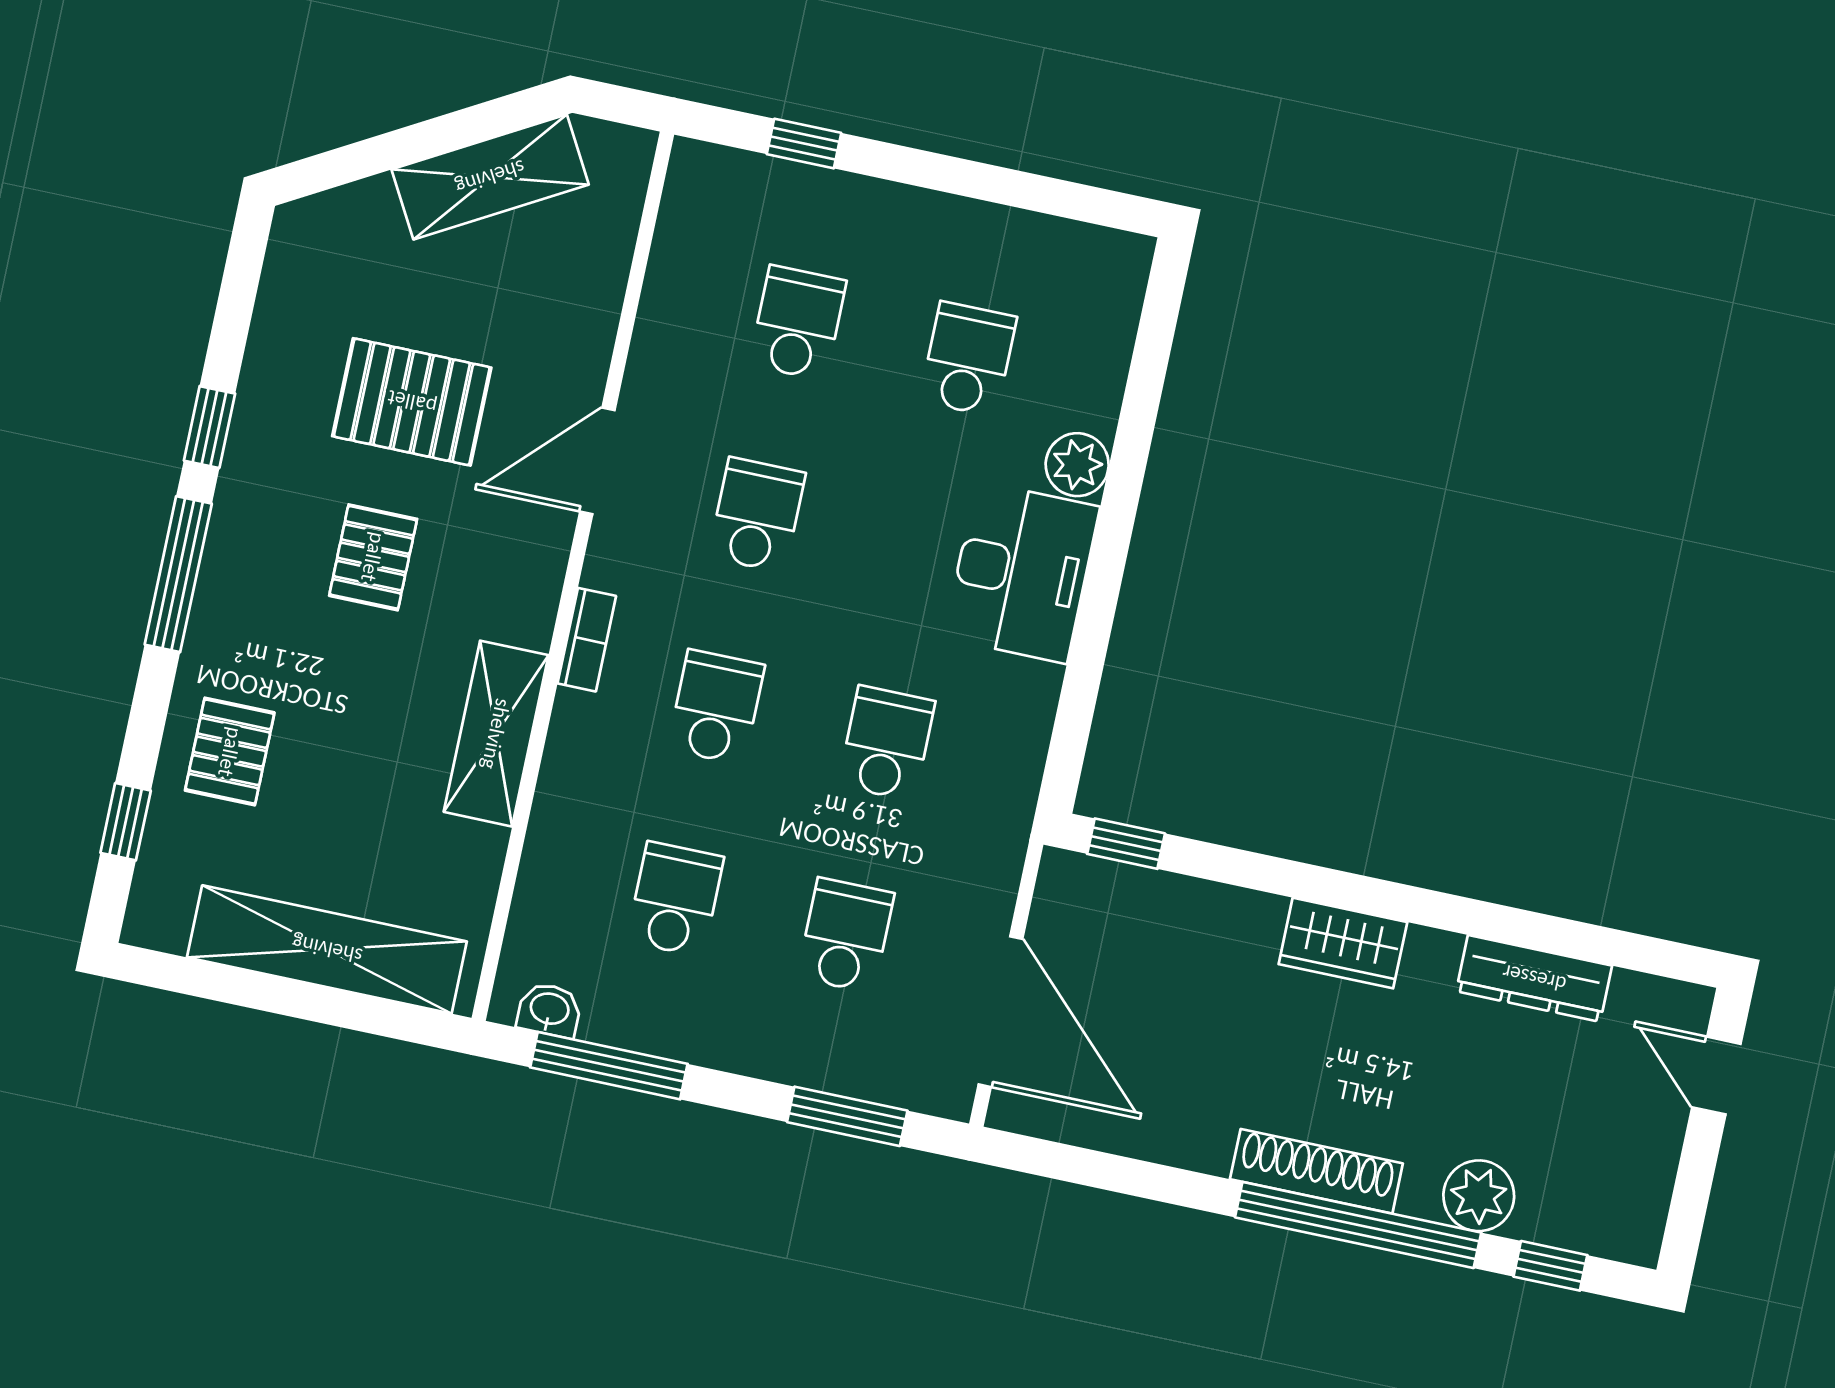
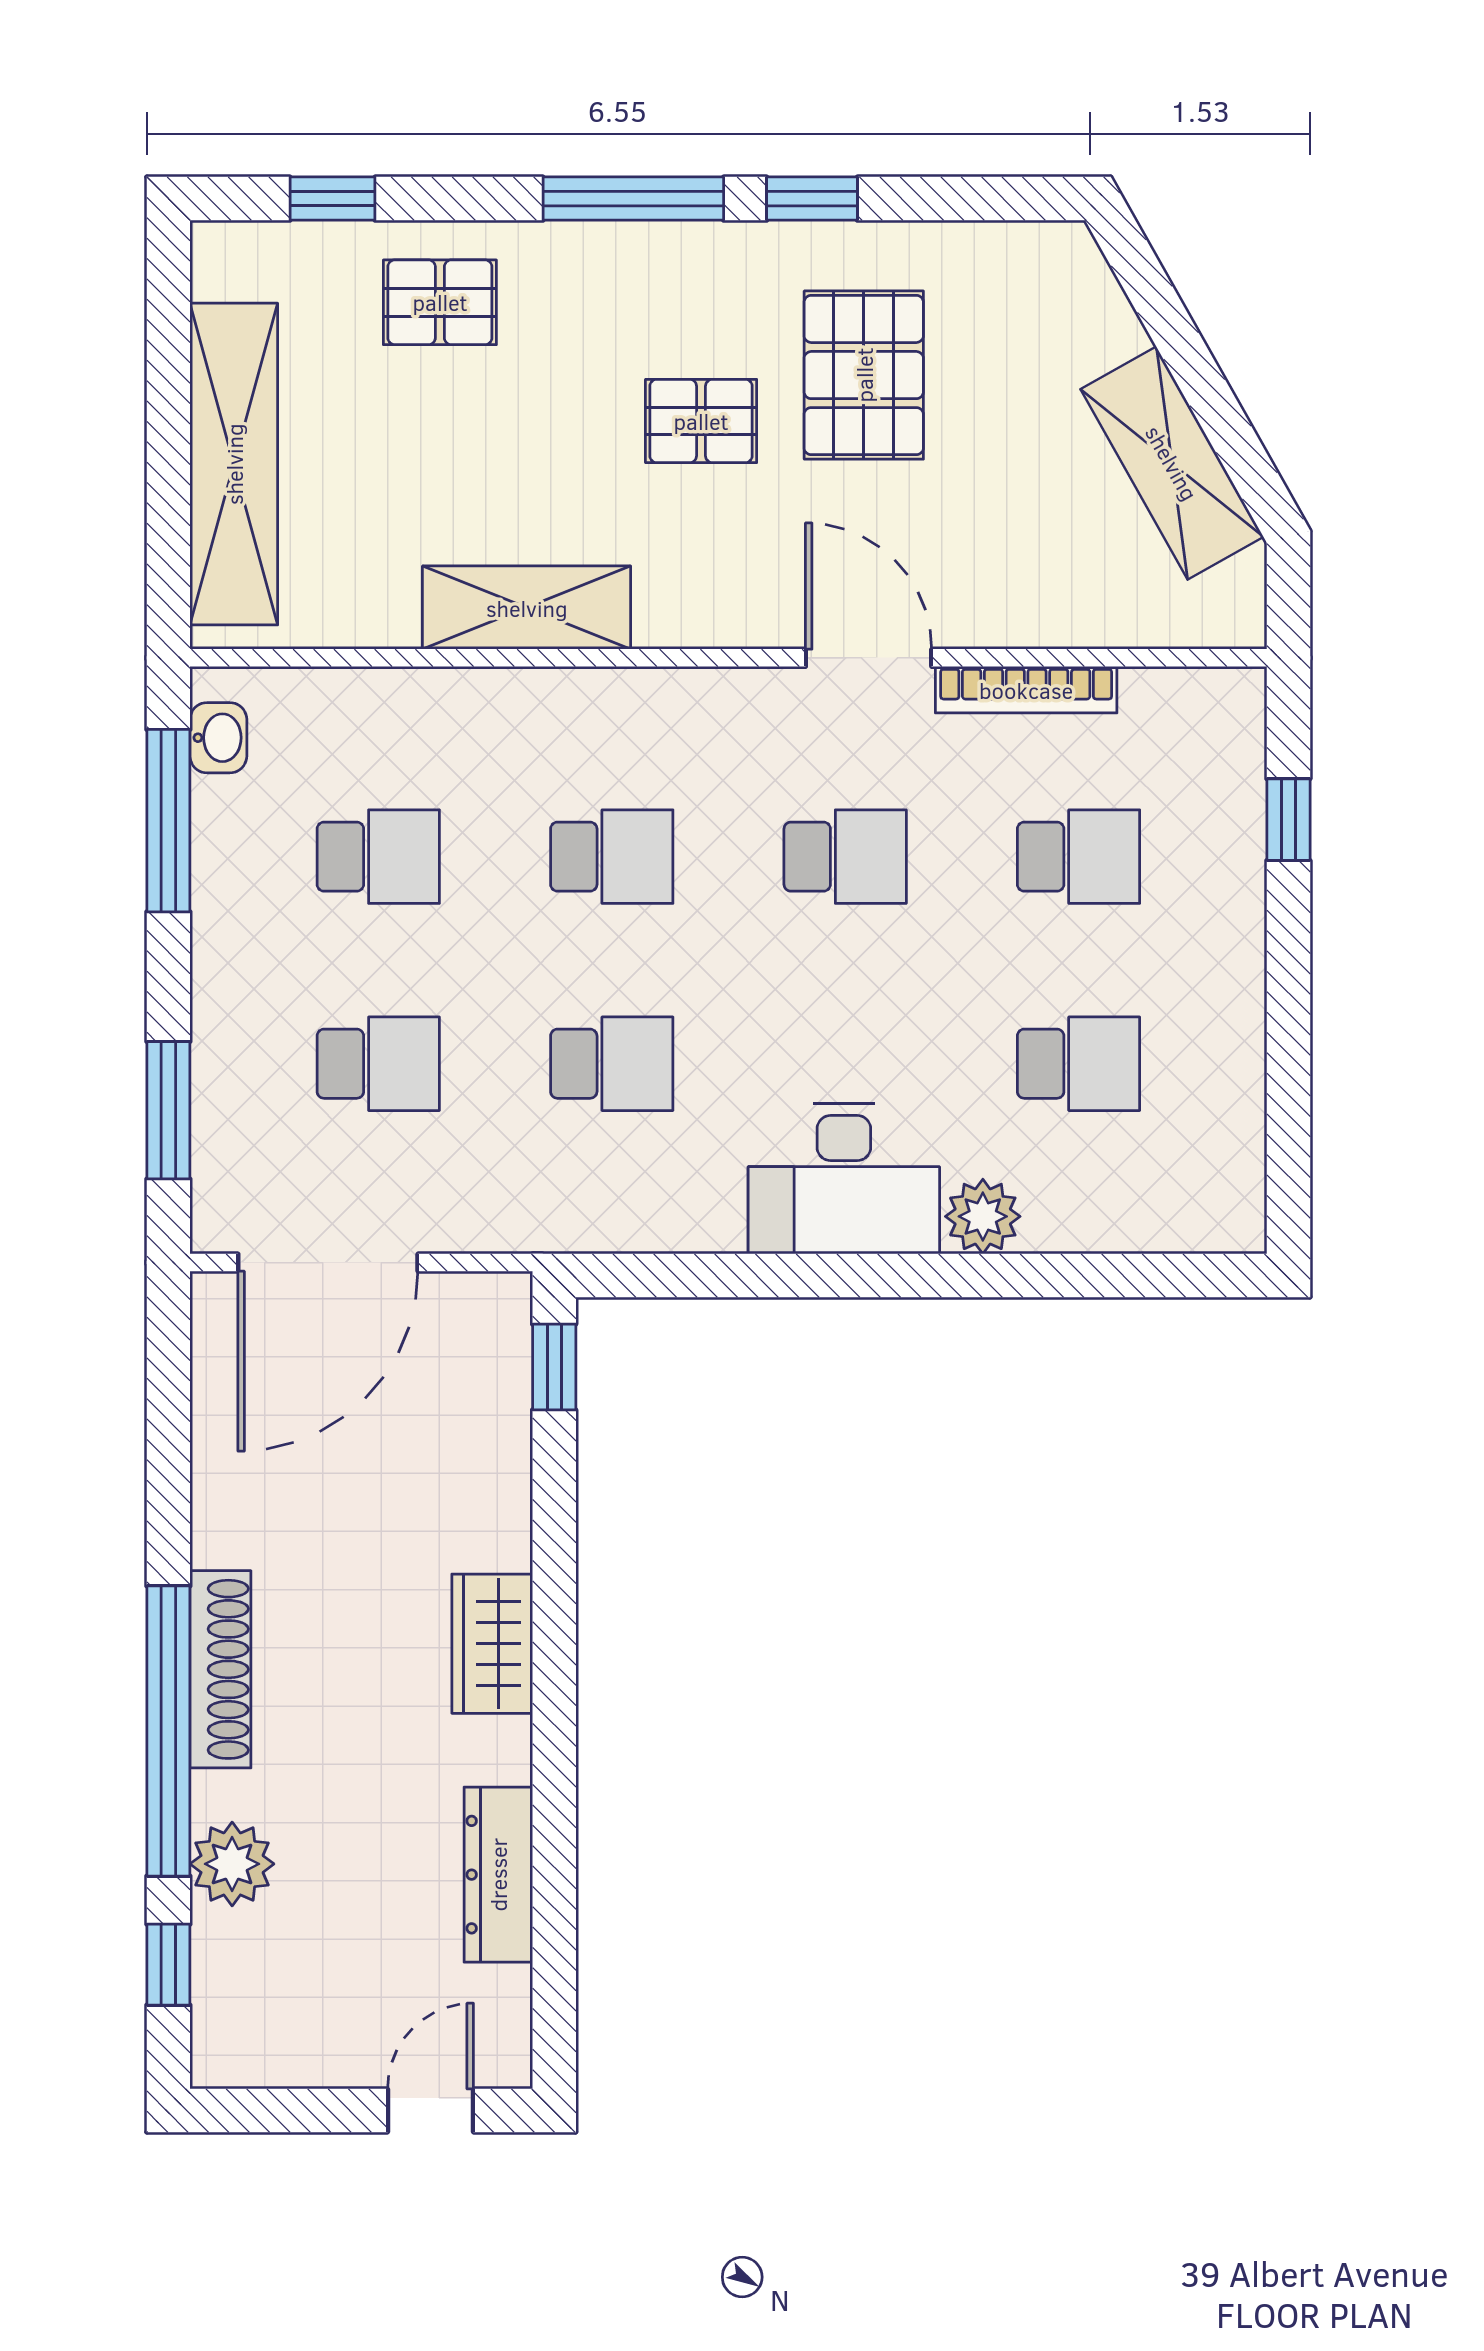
pallet: (412, 402) -> (864, 375), moved
bookcase: (587, 640) -> (1026, 690), moved, width x1.56

